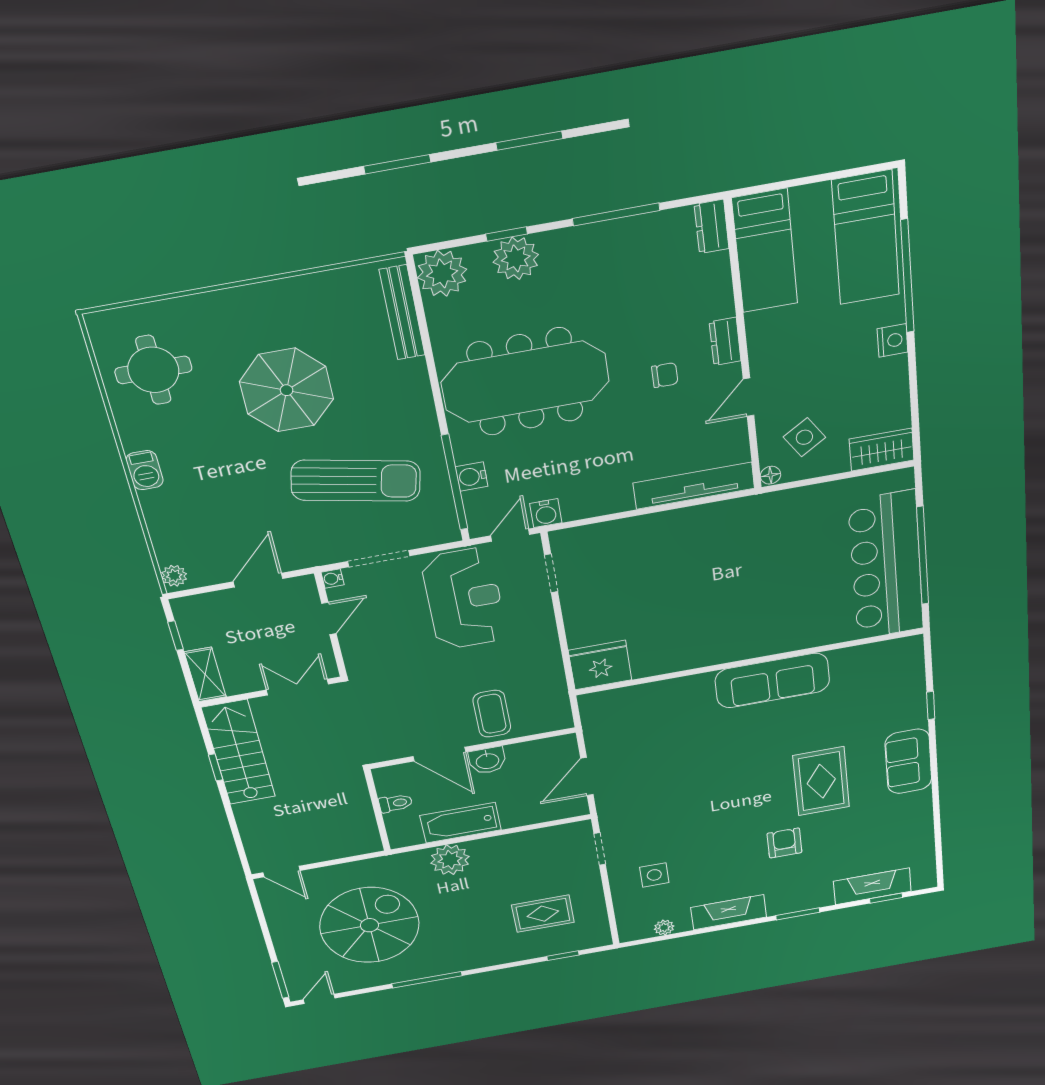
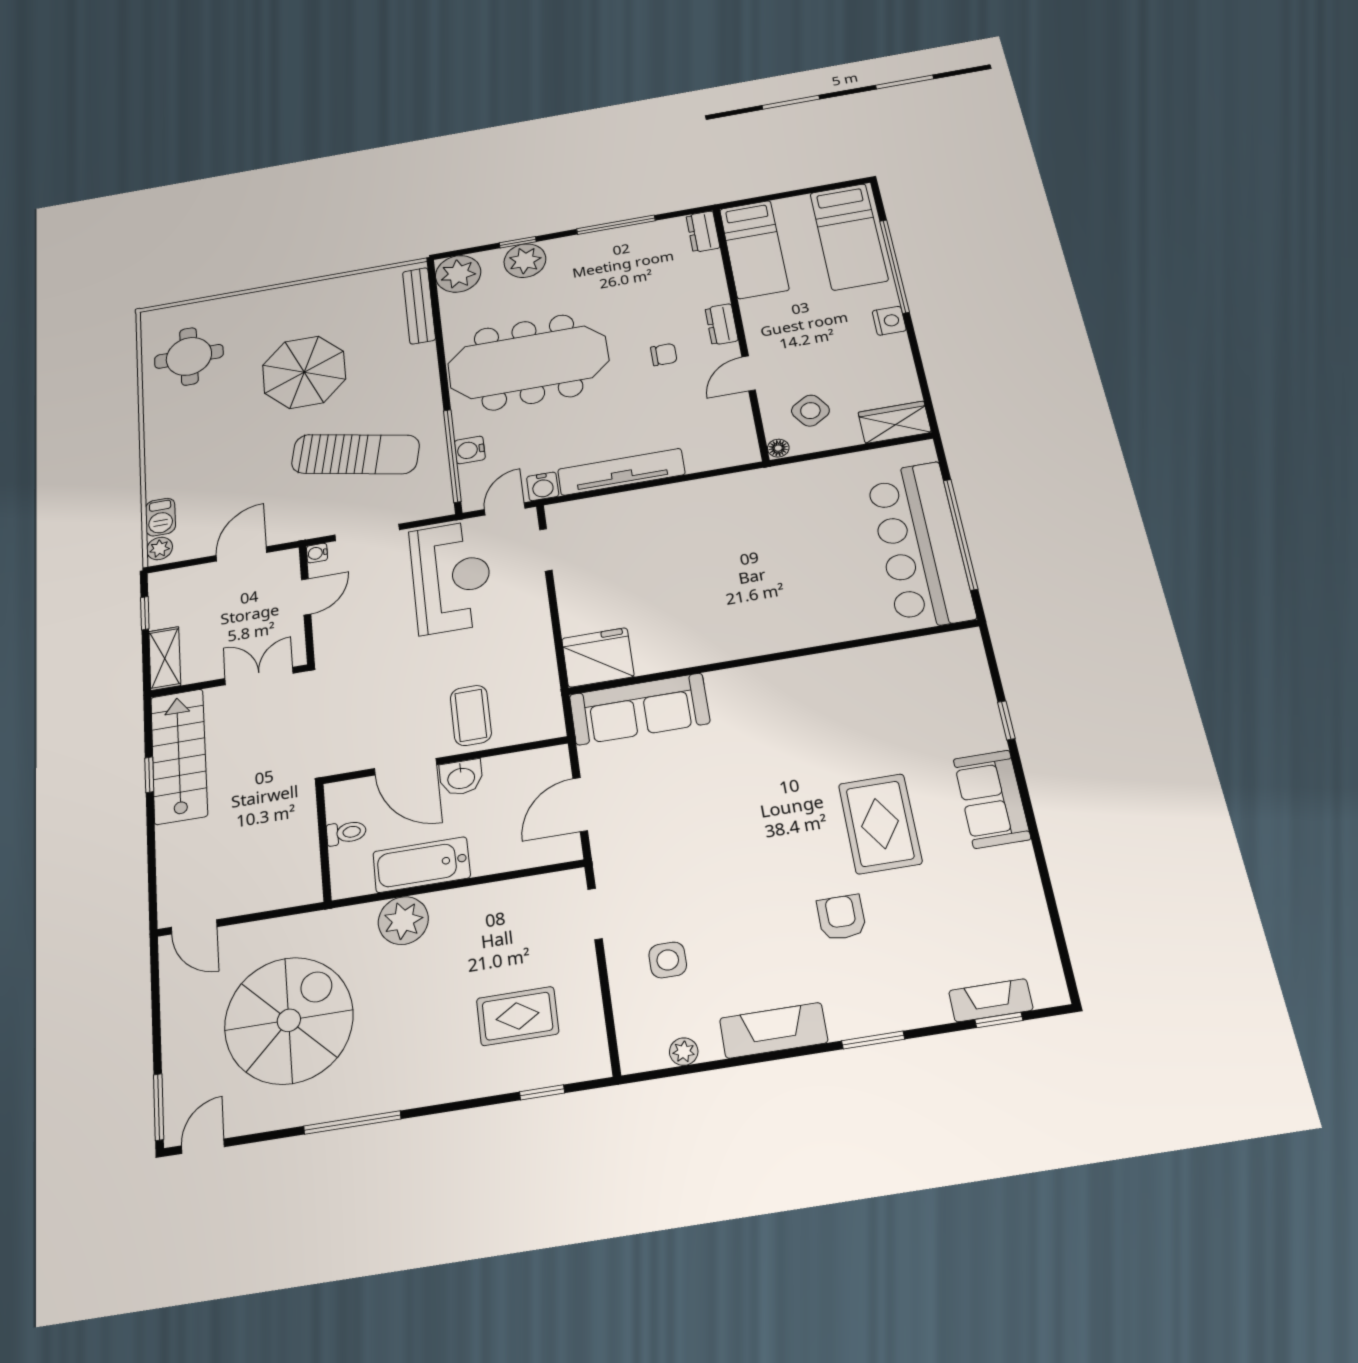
barbecue: (145, 470) -> (160, 517), moved
tv unit: (694, 486) -> (621, 472), moved
sofa: (772, 681) -> (639, 709), moved
fireplace: (872, 886) -> (991, 1000), width x0.73, depth x0.76

